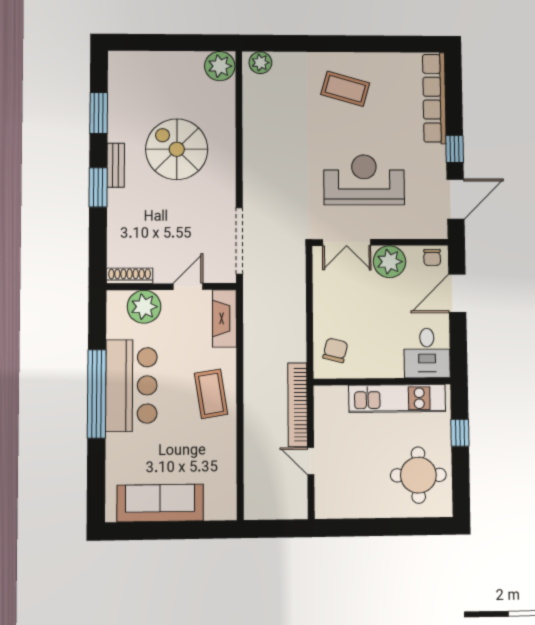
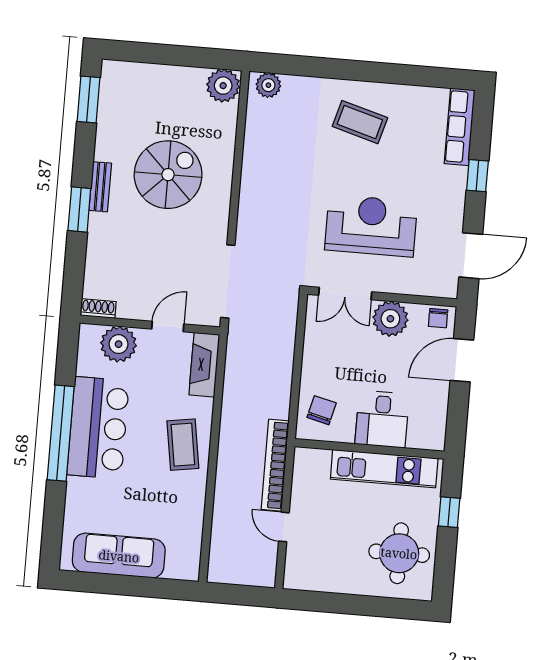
row of seats: (434, 98) -> (460, 127), width x0.73
window: (99, 113) -> (89, 99), moved
spiral stairs: (177, 149) -> (168, 175), turned 90
window: (455, 149) -> (477, 176), moved
shoe rack: (130, 276) -> (98, 309), width x0.70
desk: (427, 353) -> (382, 419), moved

